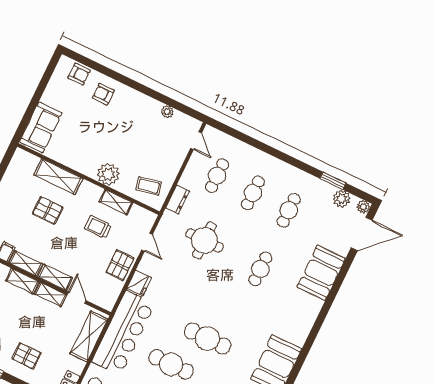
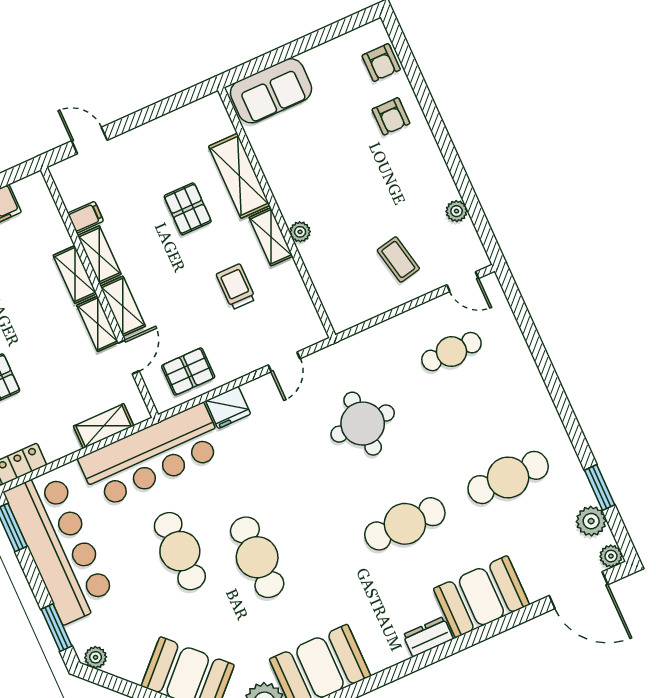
armchair: (103, 94) -> (391, 116), turned 180
door: (196, 141) -> (463, 282), hinge flipped
plant: (108, 174) -> (300, 232), width x0.53, depth x0.53
coffee table: (149, 186) -> (398, 259), moved
cafe table: (253, 193) -> (480, 414), removed
dresser: (178, 200) -> (428, 637), moved, turned 180
shelving: (116, 202) -> (271, 237), moved
cafe table: (289, 210) -> (508, 477), width x1.37, depth x1.35
pallet: (120, 265) -> (188, 371), moved
cafe table: (260, 269) -> (405, 524), width x1.37, depth x1.35
shelving: (89, 336) -> (104, 426), width x0.67, depth x0.75

